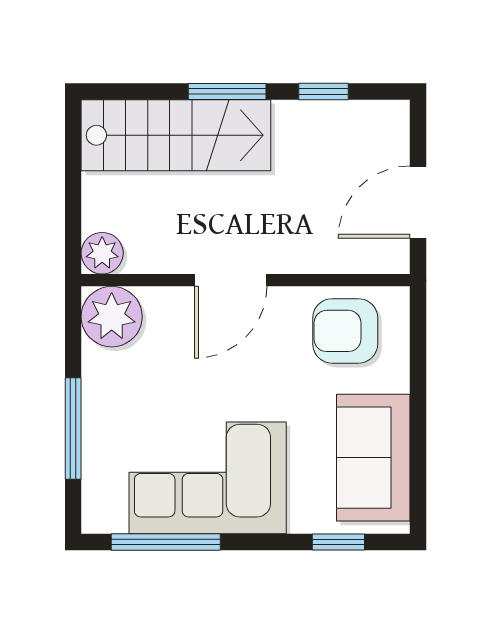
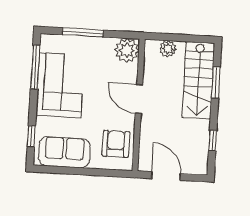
window: (227, 91) -> (216, 82), moved
plant: (102, 253) -> (168, 49), moved

